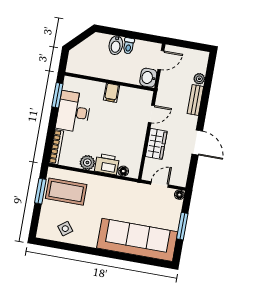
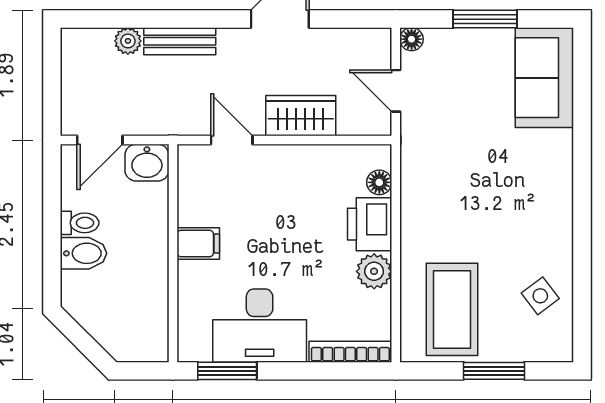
door: (161, 60) -> (100, 140), swing flipped
window: (40, 191) -> (494, 371), moved
sofa: (137, 240) -> (544, 78), width x0.54, depth x0.79

